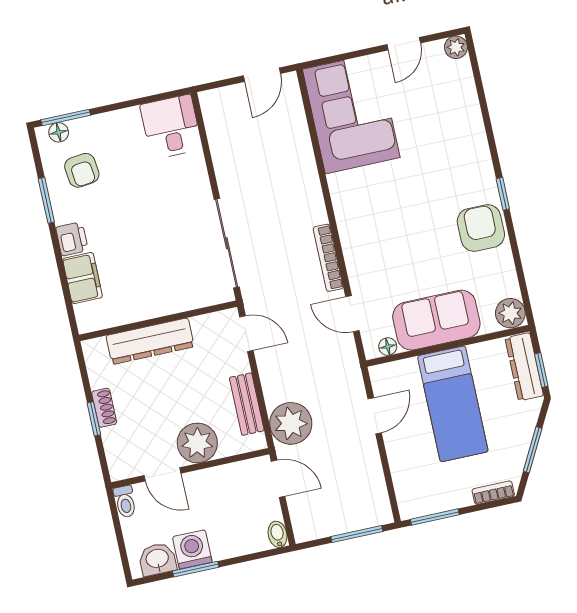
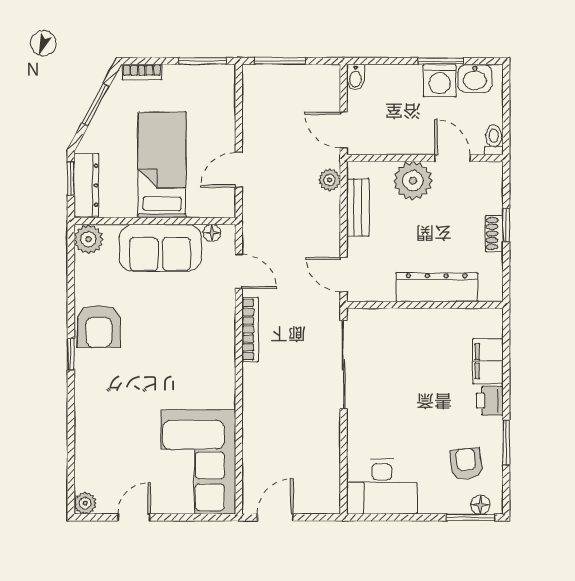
desk: (171, 127) -> (382, 487), width x1.37
plant: (291, 423) -> (330, 180), width x0.53, depth x0.53

